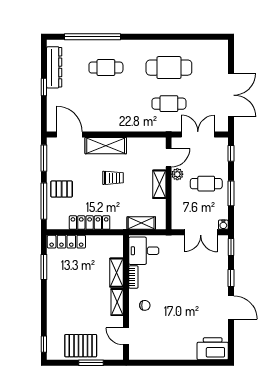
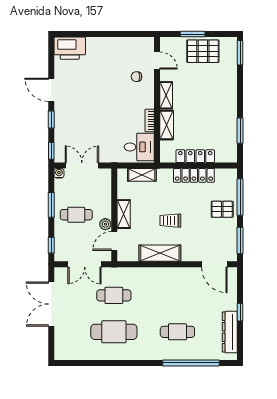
shelving: (106, 146) -> (160, 253), moved
locker: (66, 242) -> (195, 156), moved
chair: (145, 305) -> (136, 77), moved
window: (44, 344) -> (240, 53), width x1.50

